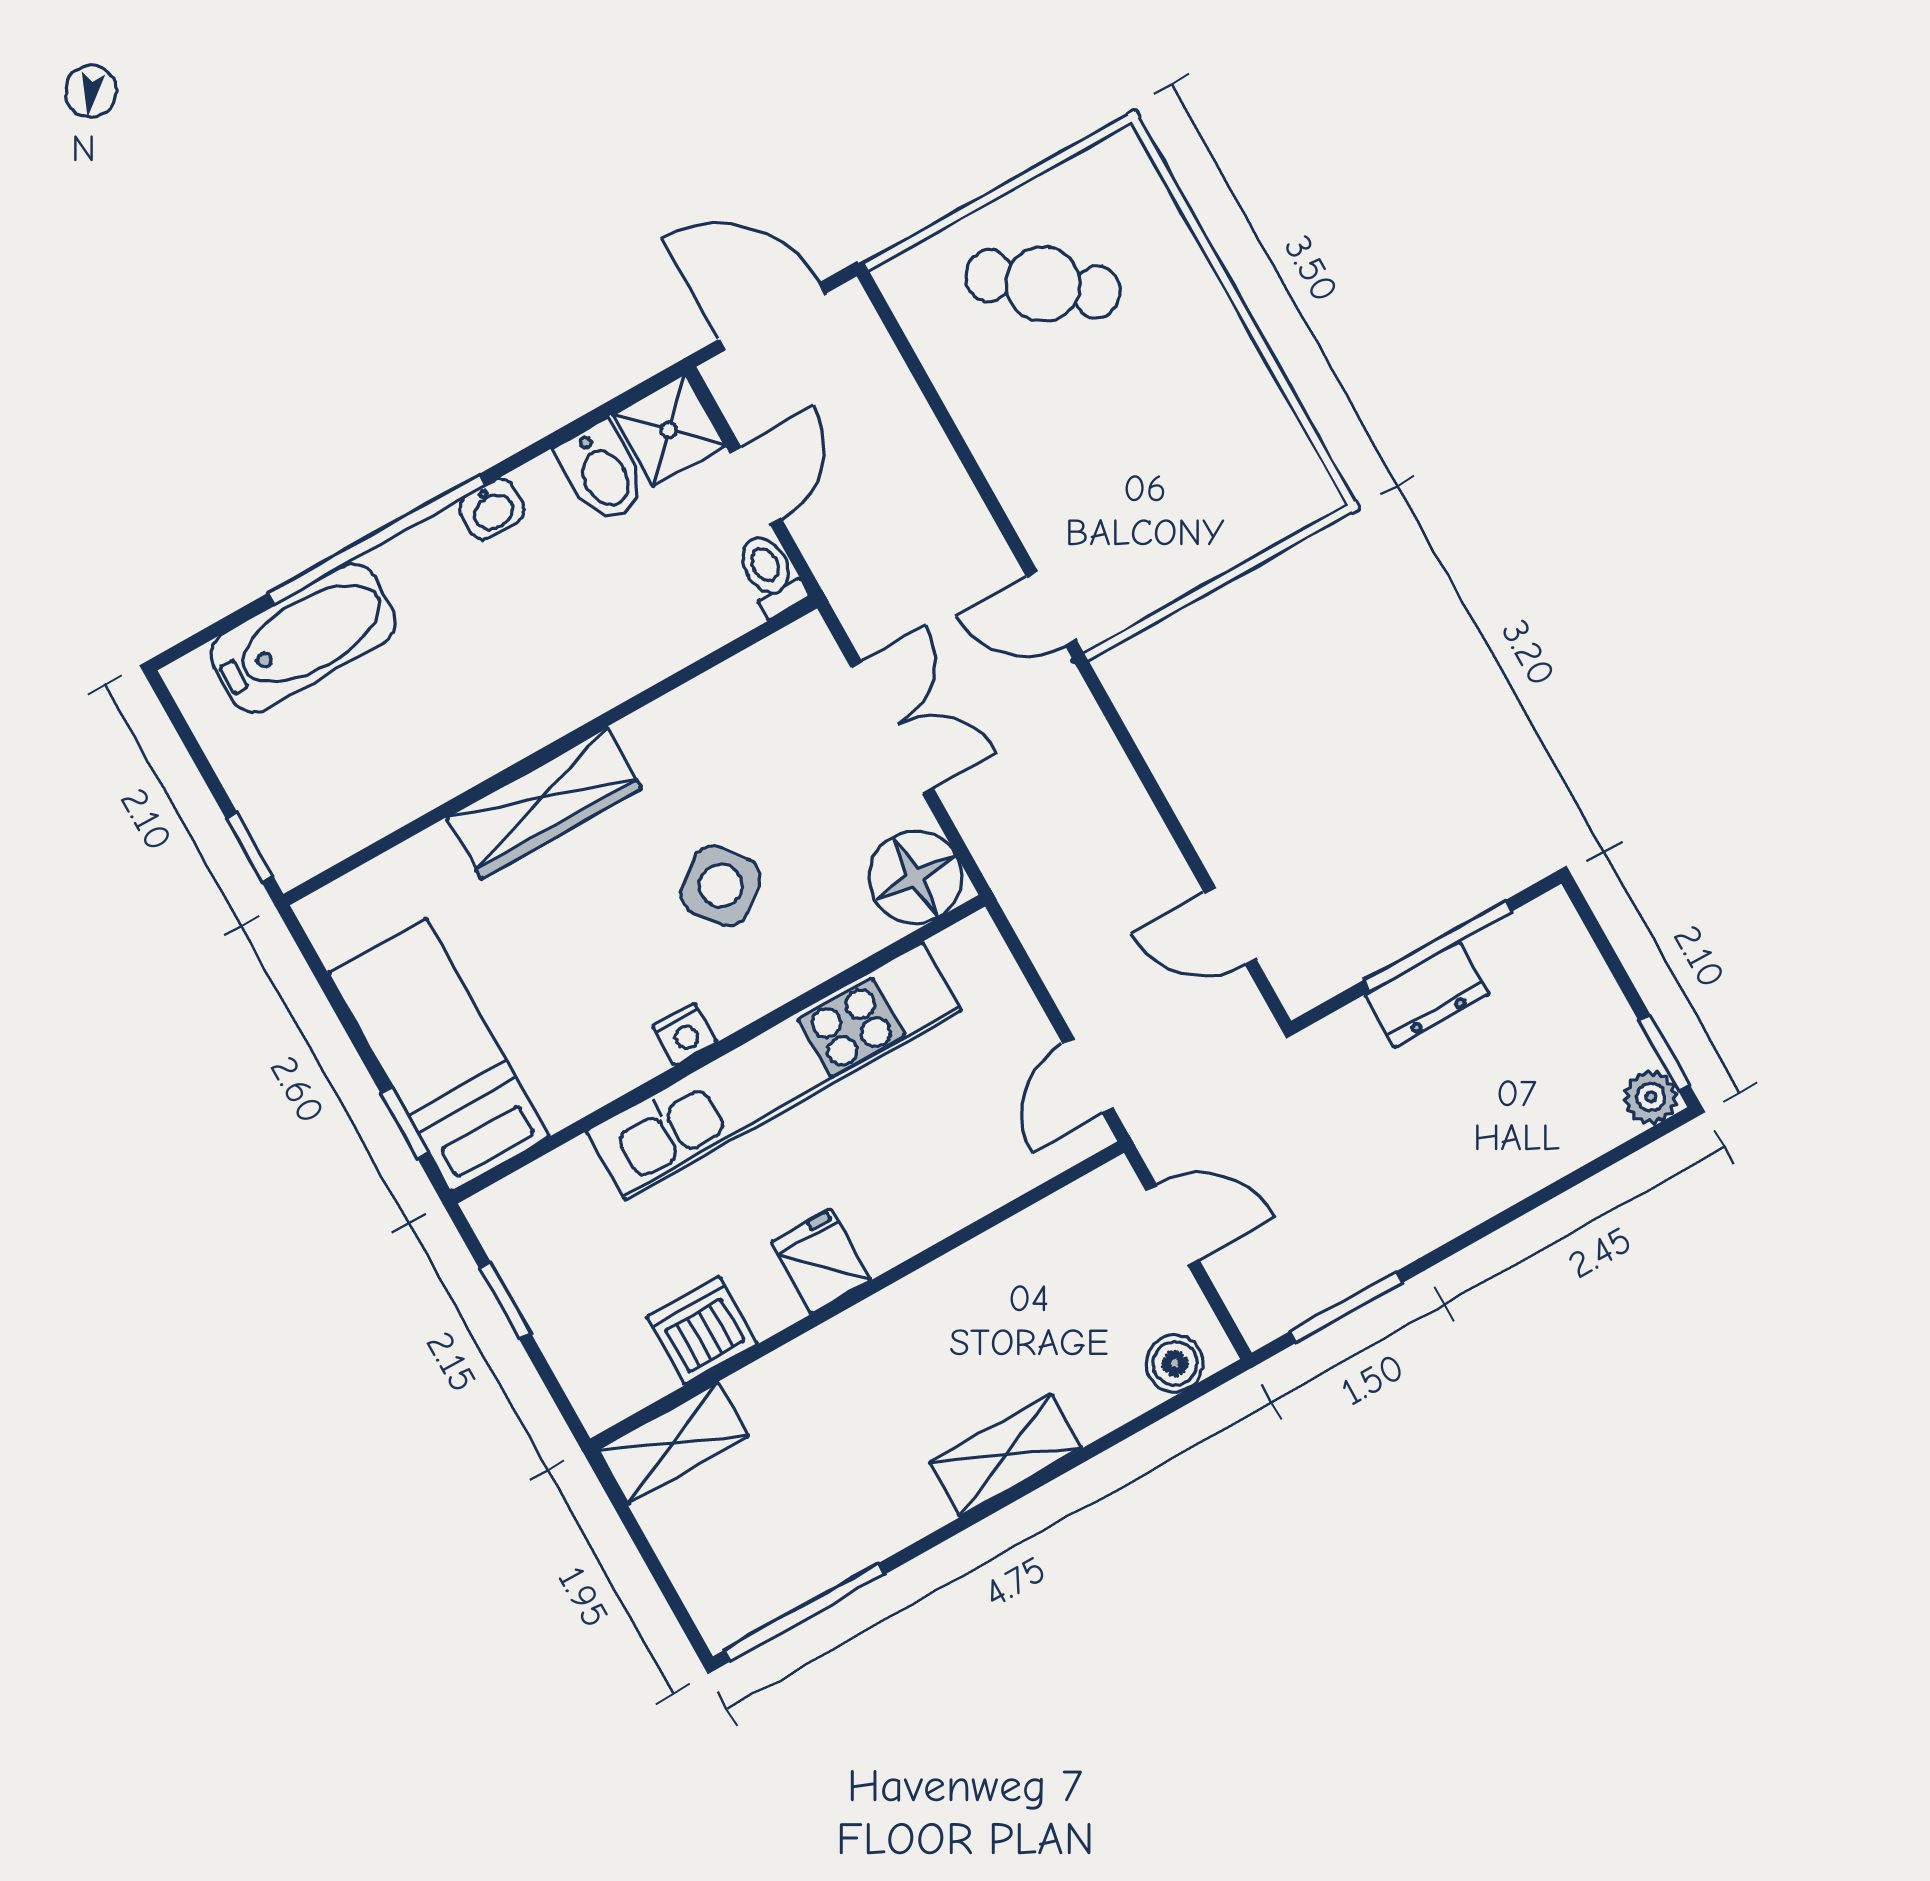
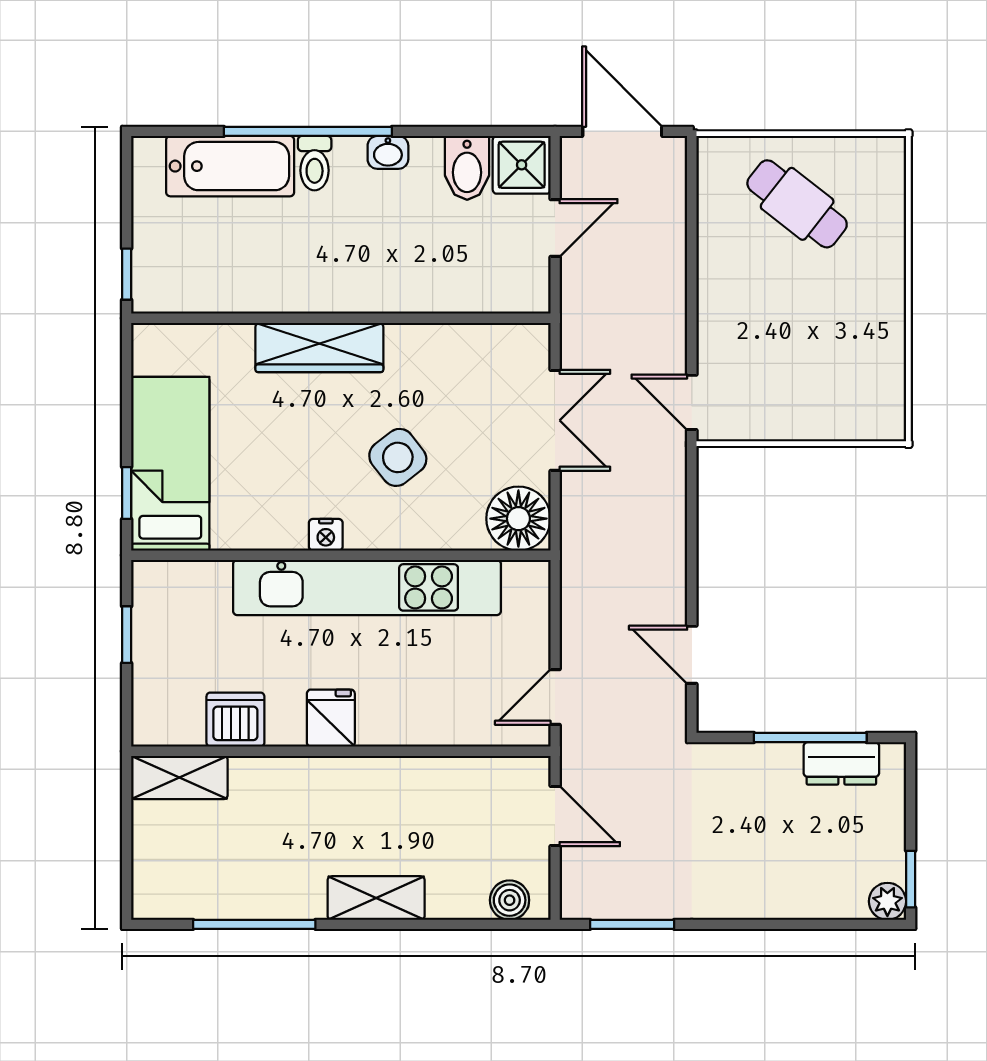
toilet: (770, 574) -> (315, 163), moved, turned 180
dresser: (1427, 995) -> (841, 763), moved
window: (805, 1612) -> (254, 924), moved

